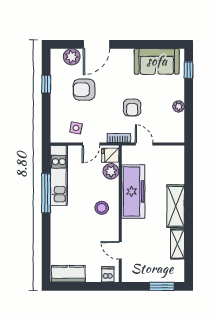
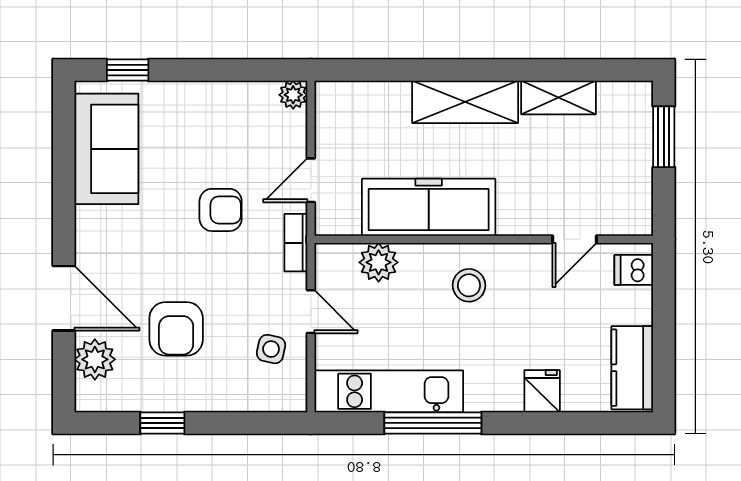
plant: (179, 106) -> (293, 95), moved
fridge: (110, 155) -> (542, 391), moved, turned 180

